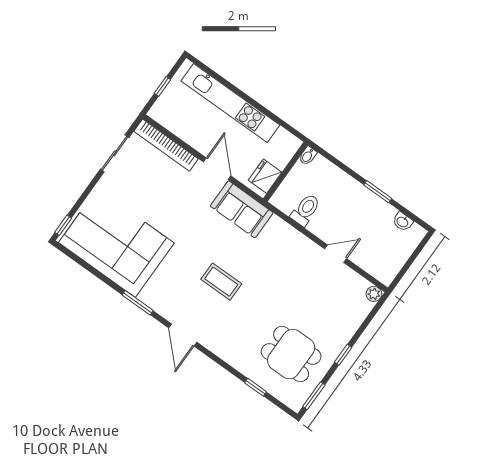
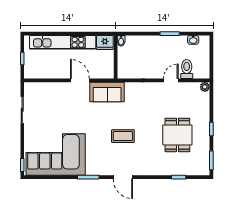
bookcase: (166, 145) -> (45, 87), removed
fridge: (265, 176) -> (105, 42), moved, turned -90
toilet: (306, 210) -> (187, 69), moved
dining table: (291, 354) -> (177, 135), moved, turned 90

